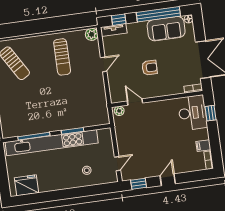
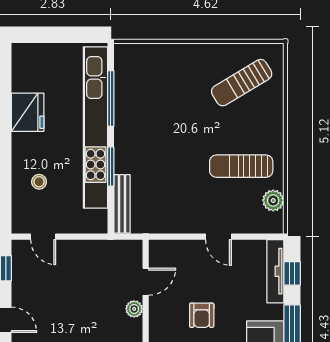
tv unit: (114, 30) -> (275, 271), width x1.41
plant: (92, 34) -> (273, 200), moved
plant: (119, 111) -> (134, 309), moved
bench: (93, 122) -> (122, 204), added
fridge: (26, 185) -> (28, 112), moved

